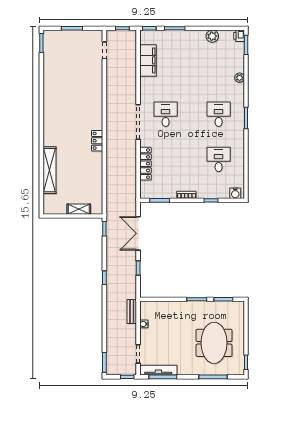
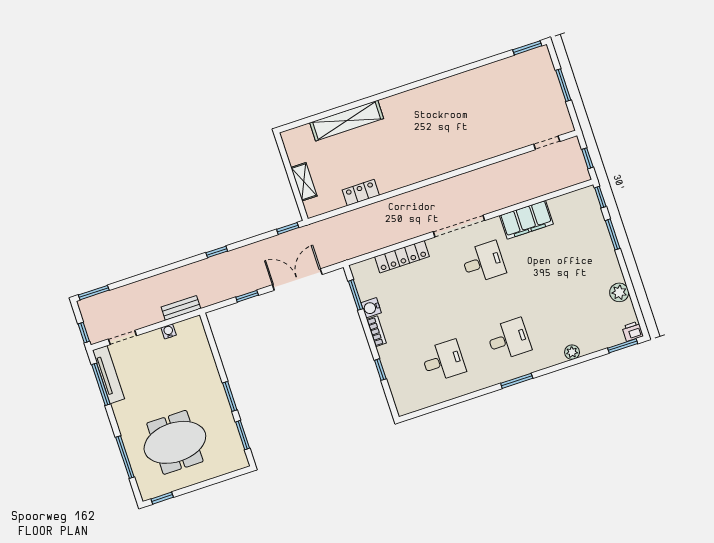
filing cabinet: (148, 60) -> (526, 220), moved
locker: (97, 141) -> (361, 193), moved
water cooler: (235, 193) -> (371, 308), moved

